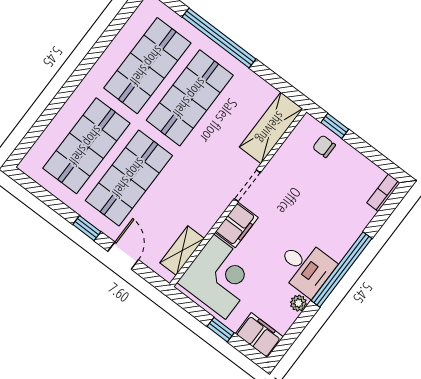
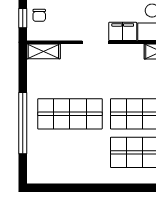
shop shelf: (147, 66) -> (70, 152), removed
shelving: (271, 128) -> (43, 51), width x0.67, depth x0.75

